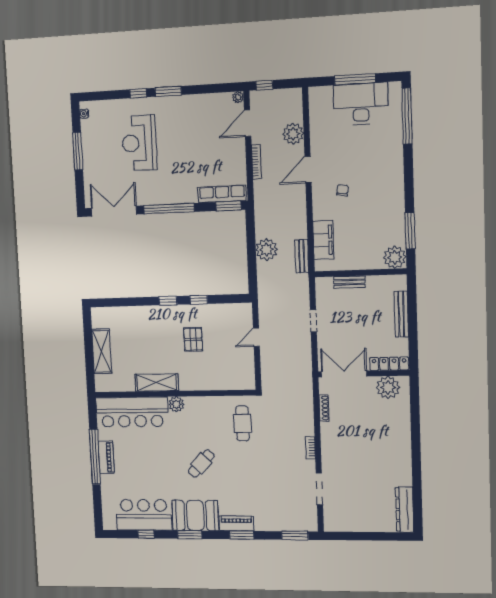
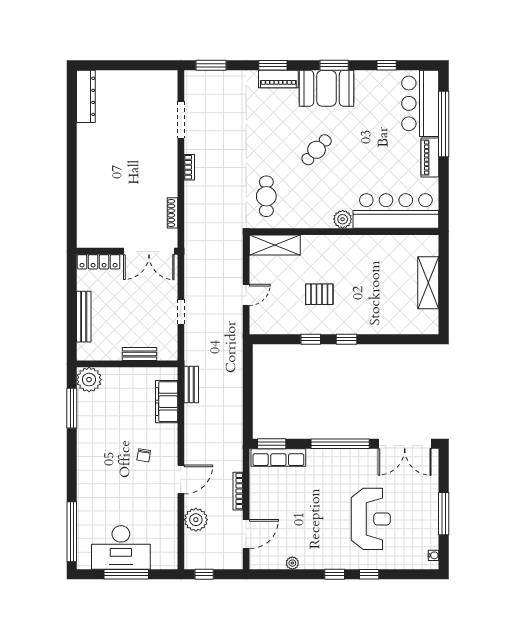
window: (264, 85) -> (204, 574), moved
window: (168, 91) -> (335, 574), width x0.67
plant: (238, 97) -> (292, 563), moved
plant: (266, 250) -> (231, 393), removed
pallet: (193, 339) -> (319, 294), turned 90
shelving: (157, 383) -> (275, 245), moved
plant: (388, 387) -> (100, 235), removed
window: (95, 457) -> (444, 124), moved
bar counter: (144, 515) -> (420, 103), moved, turned 90

